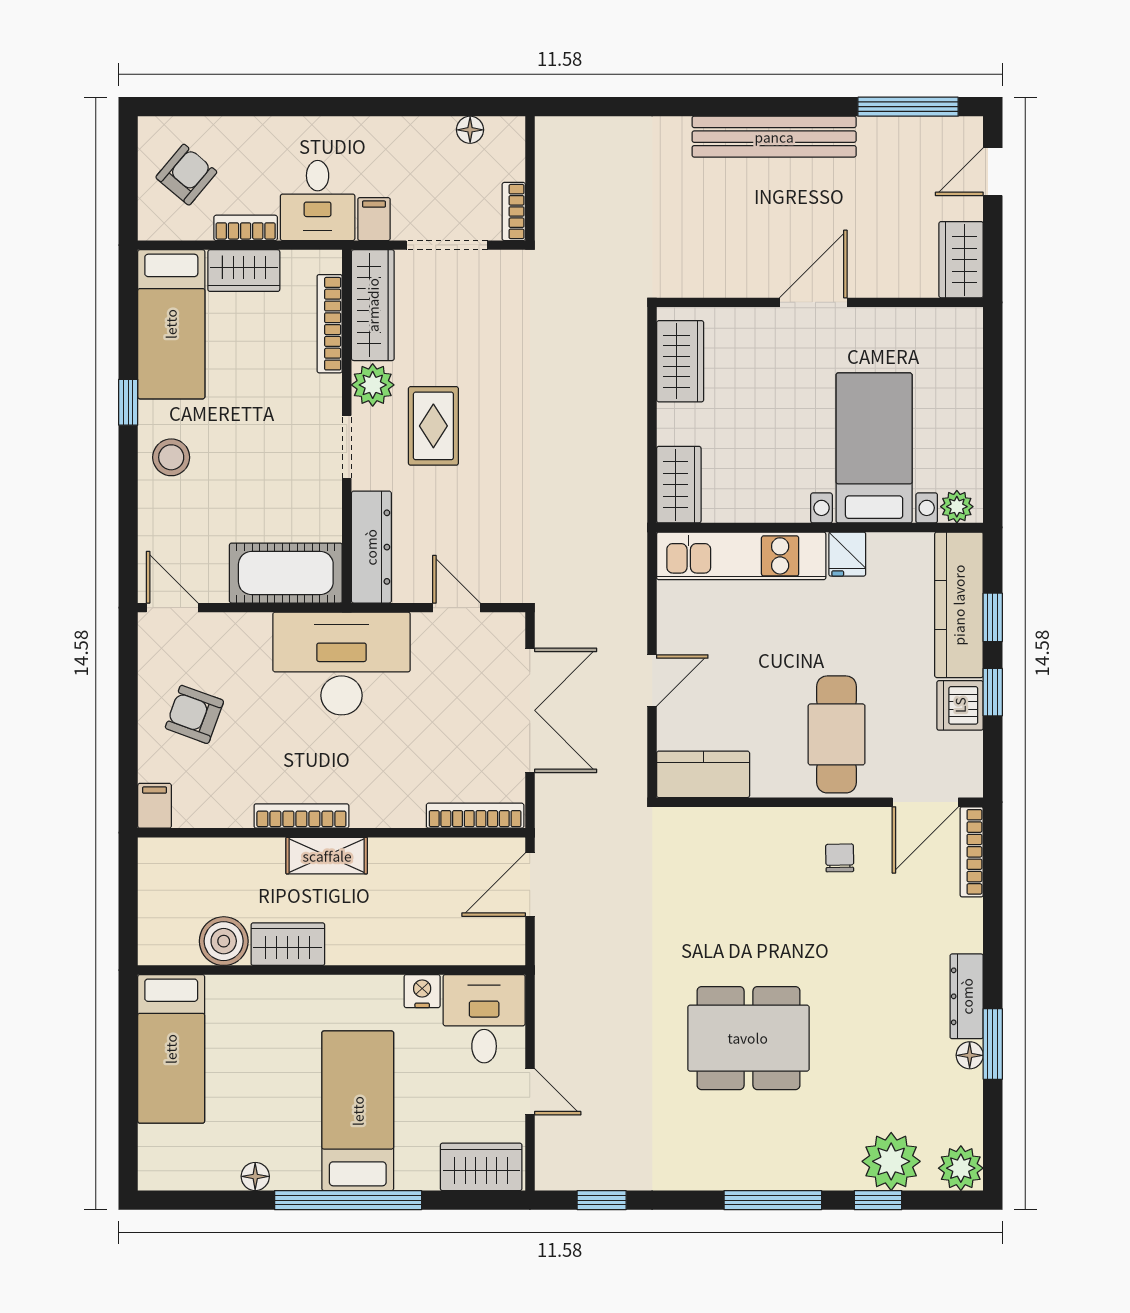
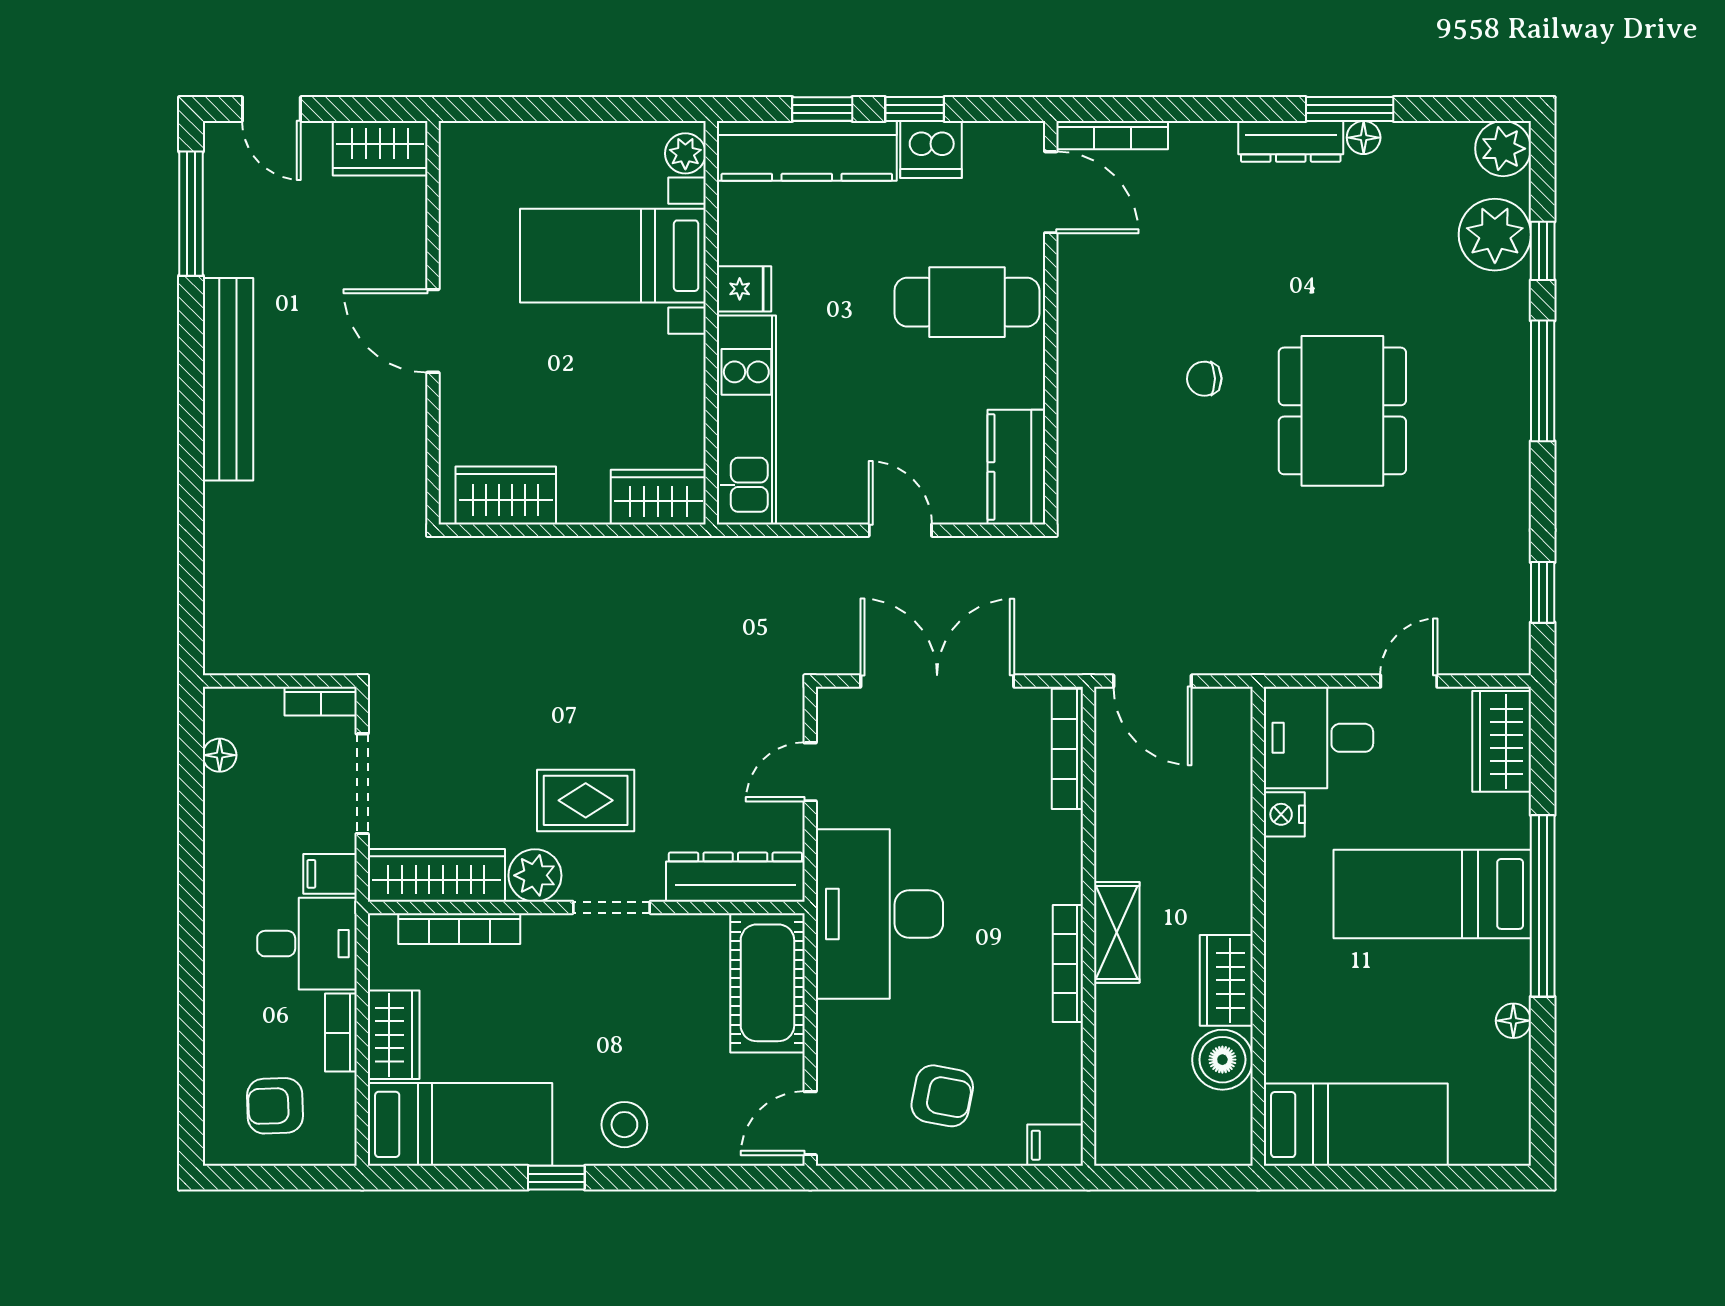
armchair: (186, 175) -> (275, 1106), turned -42
armchair: (194, 714) -> (942, 1096), turned -99
chair: (840, 858) -> (1204, 379), moved

